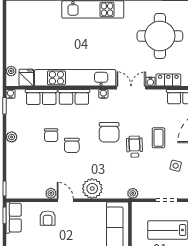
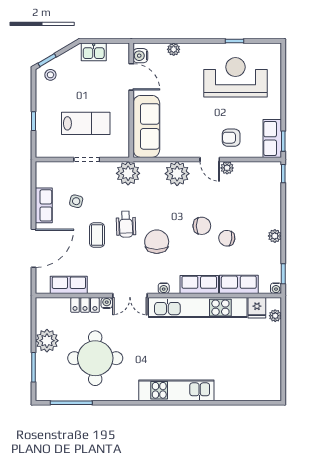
chair: (51, 135) -> (227, 238), turned -82
chair: (72, 145) -> (202, 226), turned 90
plant: (133, 193) -> (128, 173), width x1.88, depth x1.88
armchair: (48, 218) -> (231, 138), turned -90

